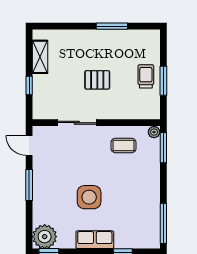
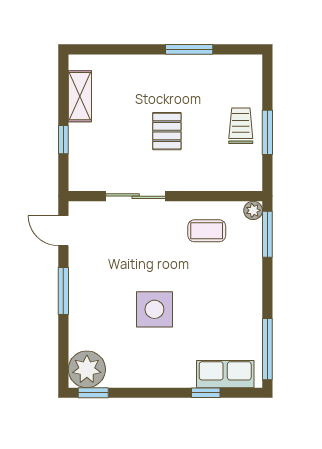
pallet: (97, 80) -> (167, 131), turned 90
row of seats: (95, 240) -> (225, 374), moved

